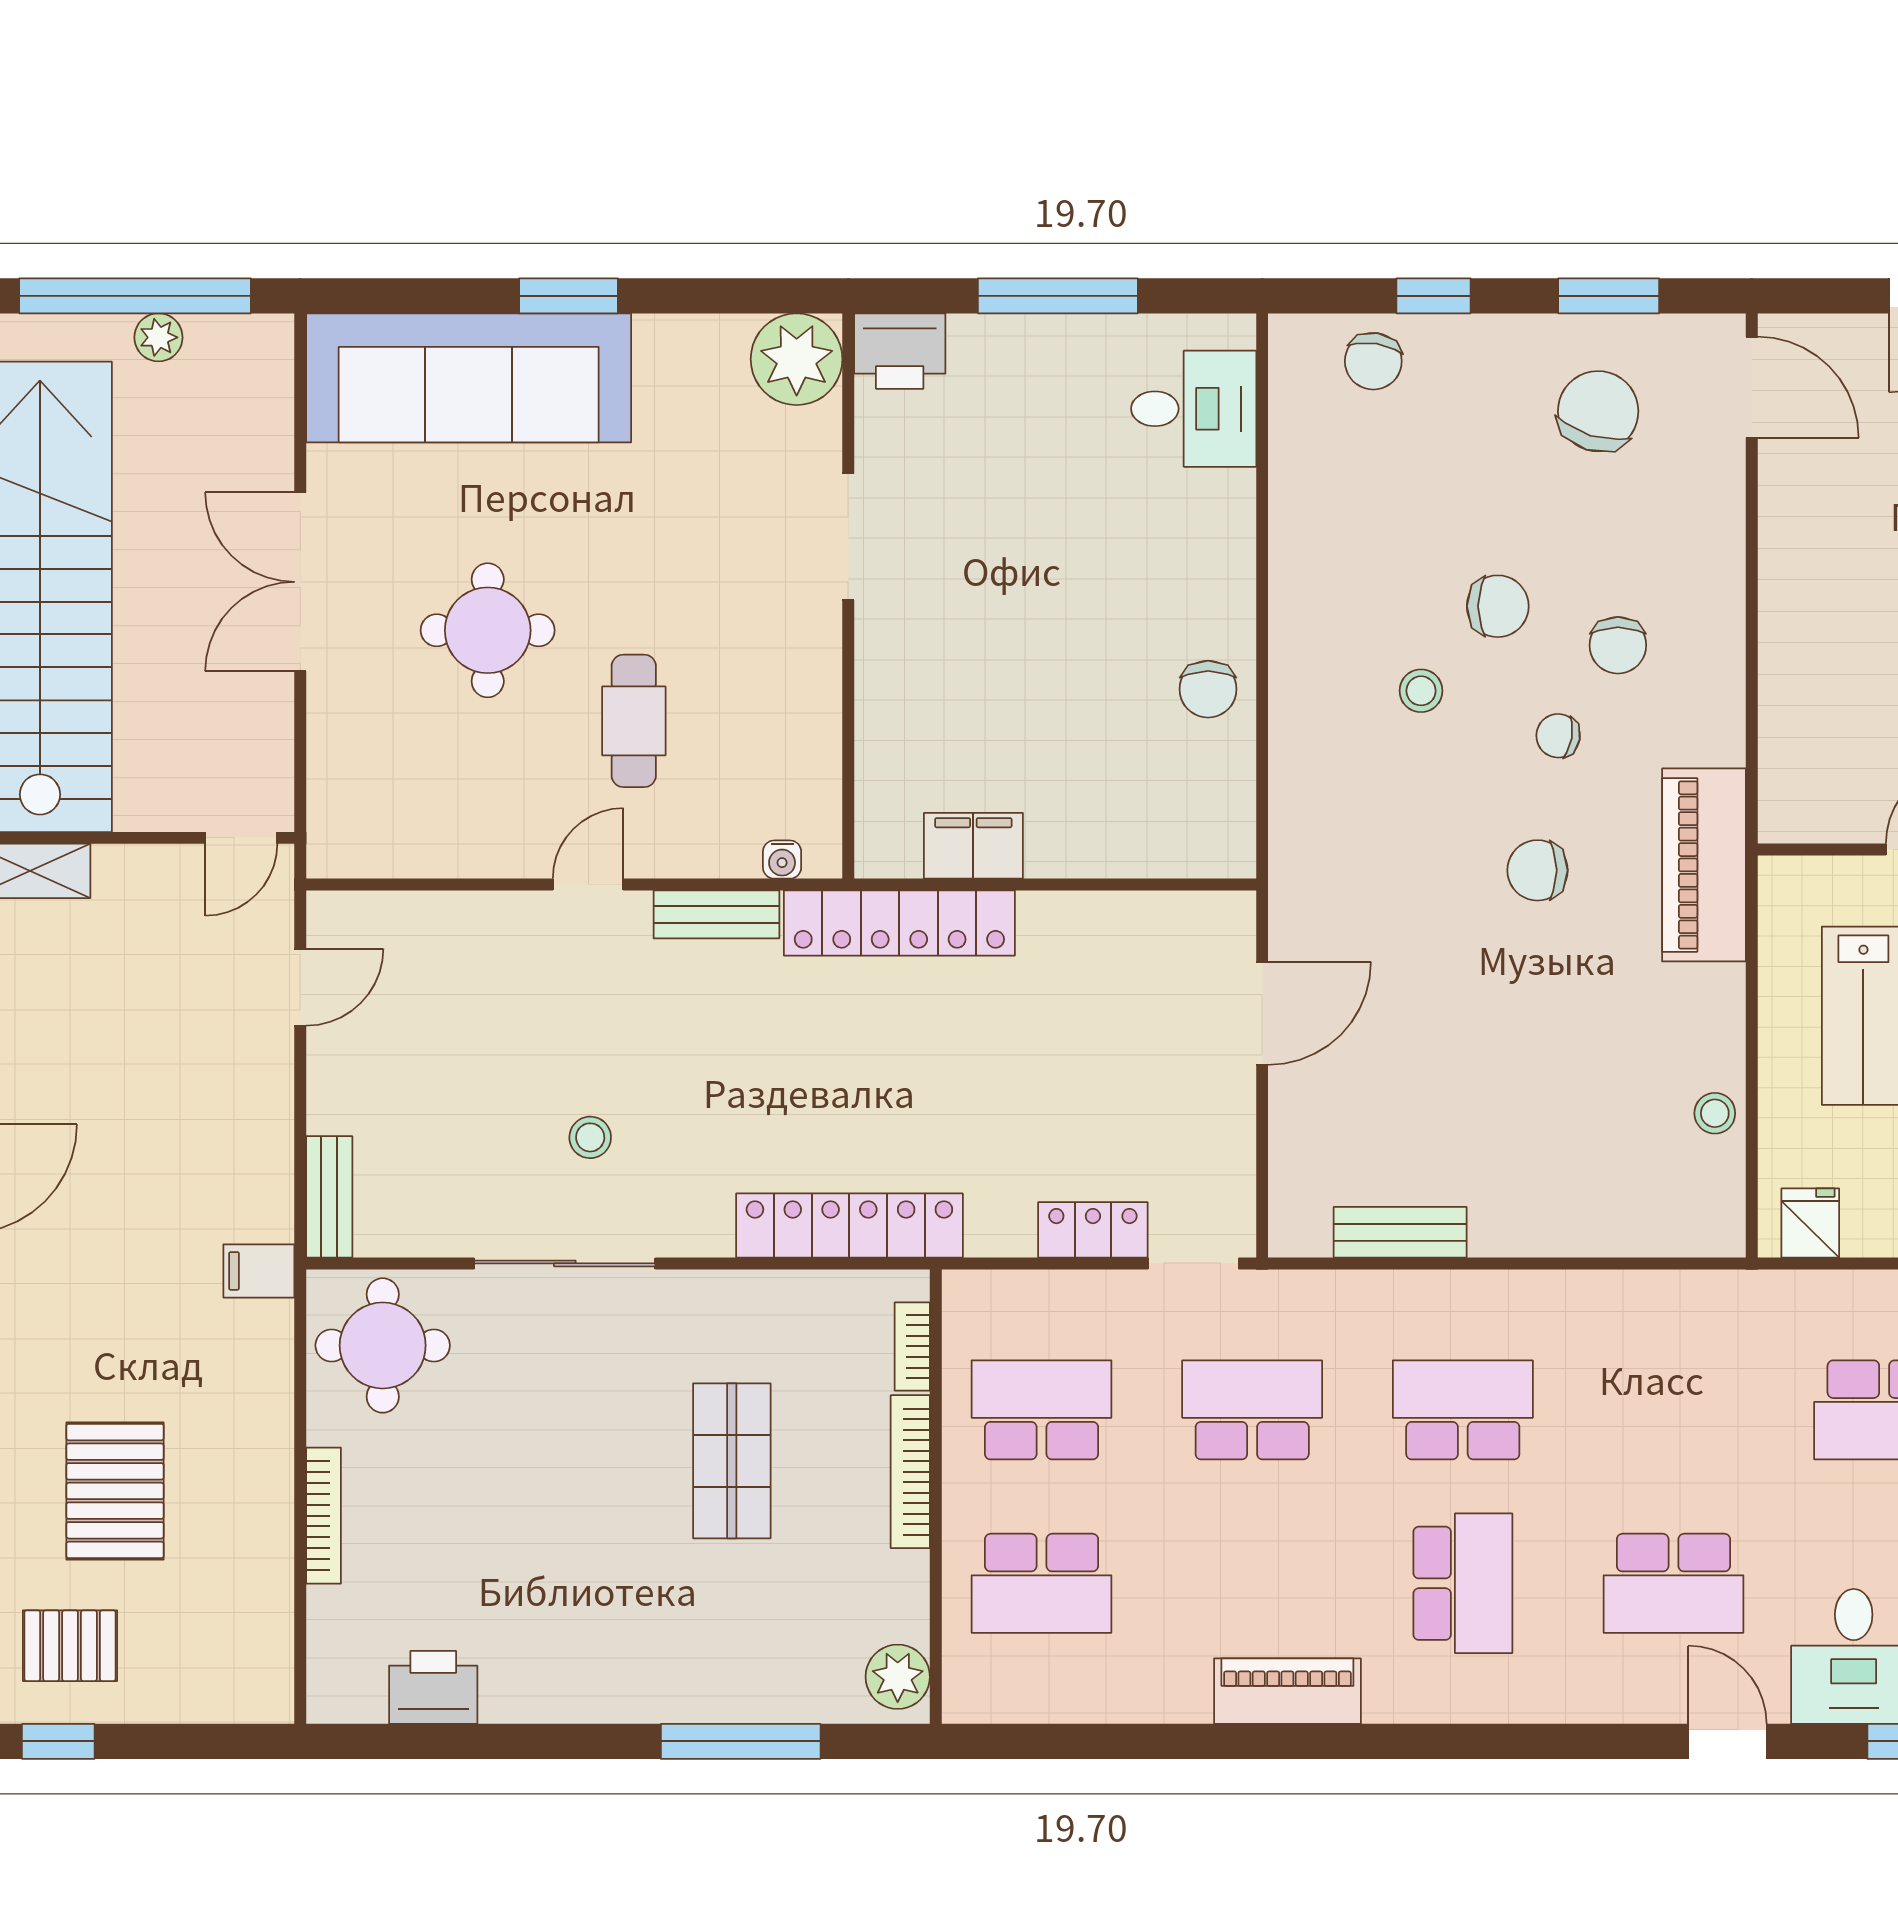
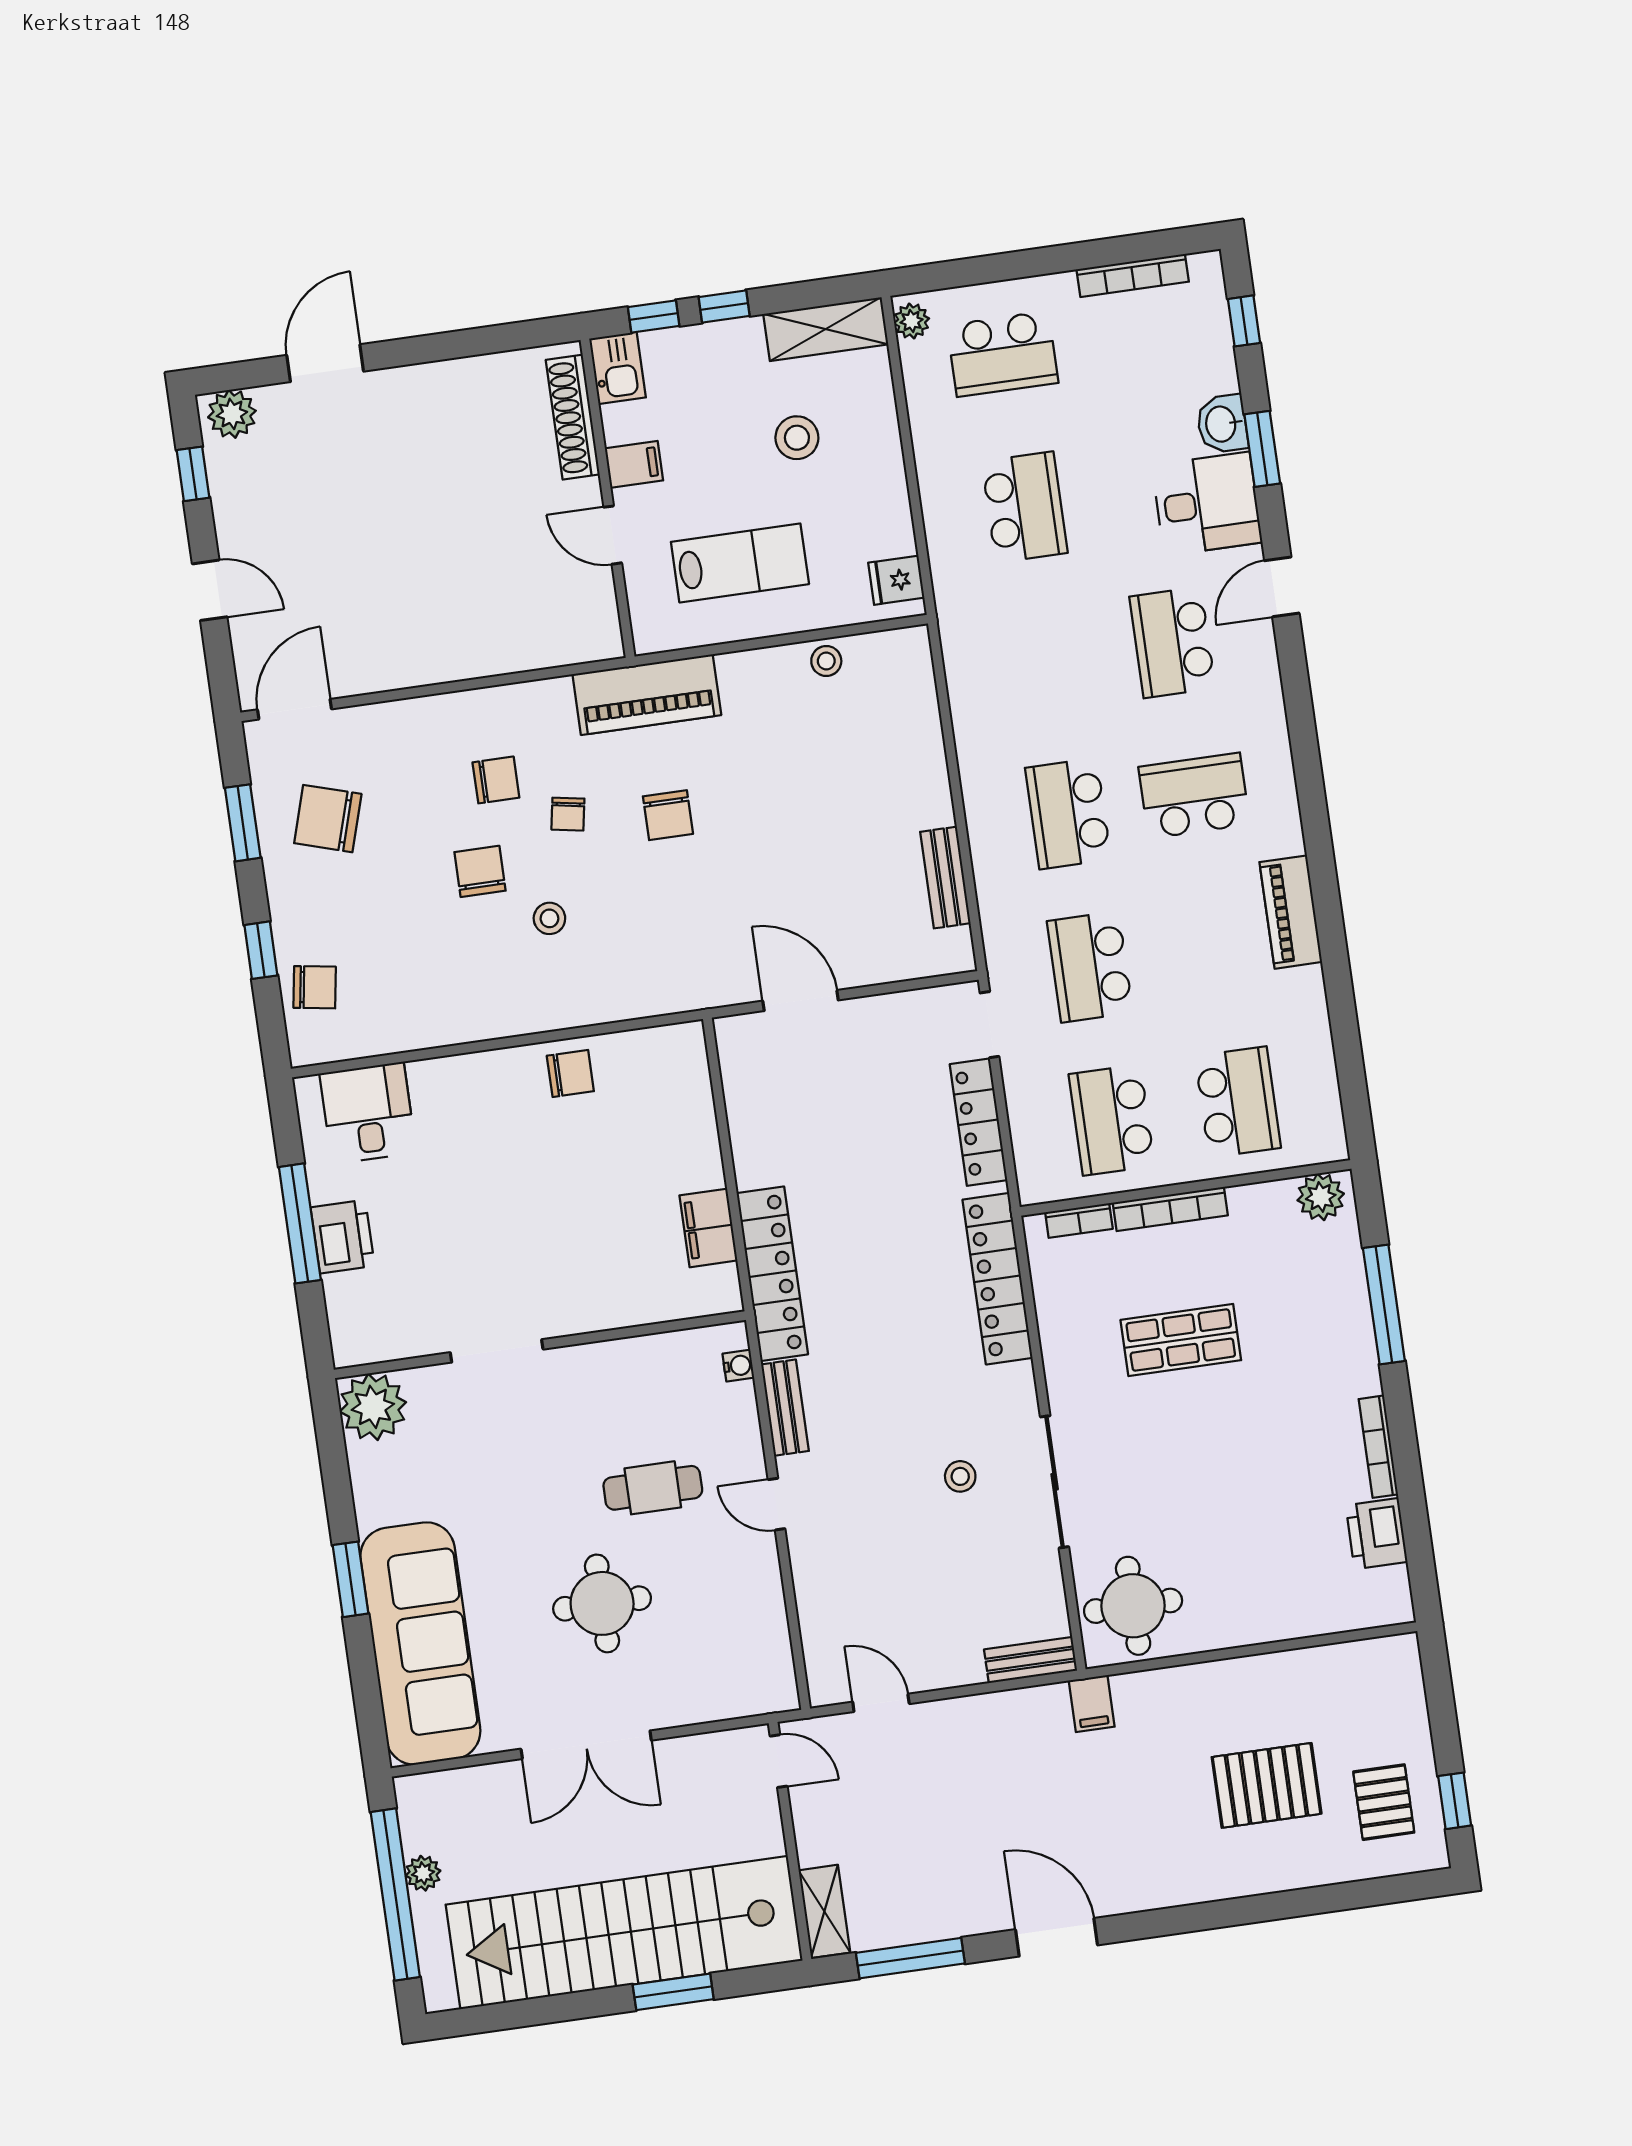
printer: (900, 351) -> (343, 1237), moved
locker: (1093, 1230) -> (978, 1122), width x1.53
bookcase: (324, 1516) -> (1378, 1447), moved, turned -90
school desk: (1673, 1583) -> (1172, 642), turned 180

